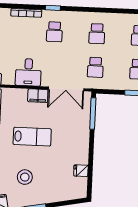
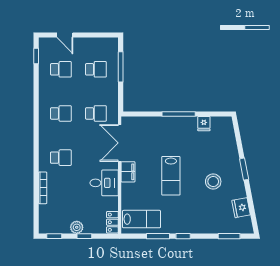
window: (53, 8) -> (36, 160), removed
double door: (66, 89) -> (120, 143), swing flipped
window: (93, 113) -> (179, 114), moved
lab bench: (32, 137) -> (171, 176), turned 180

